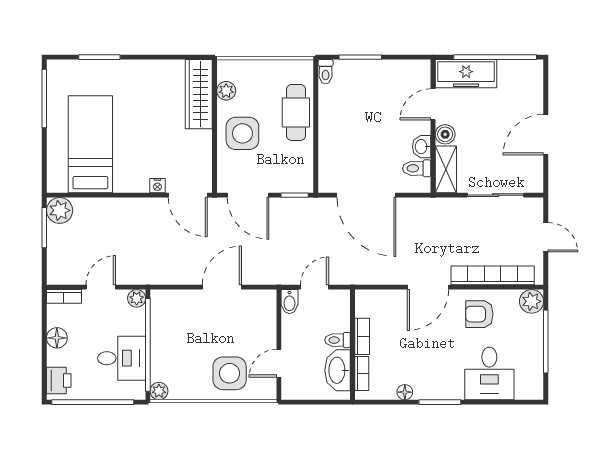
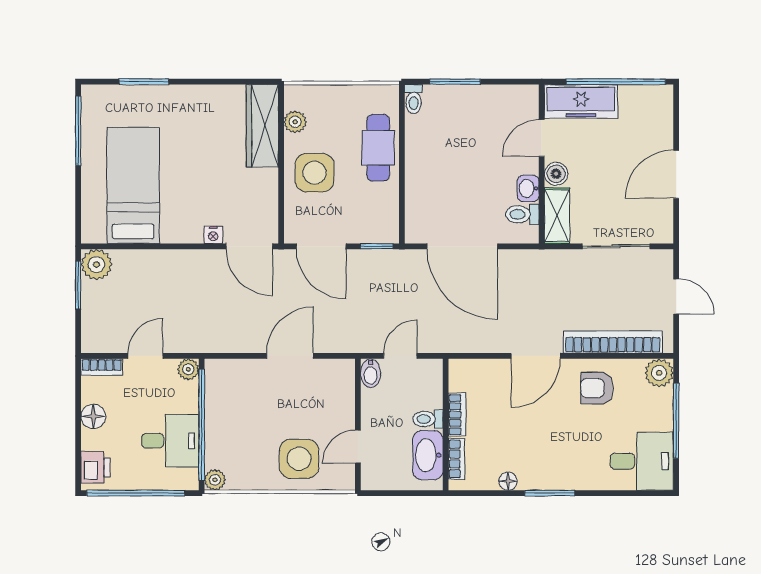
desk: (489, 373) -> (642, 461), moved, turned -90

